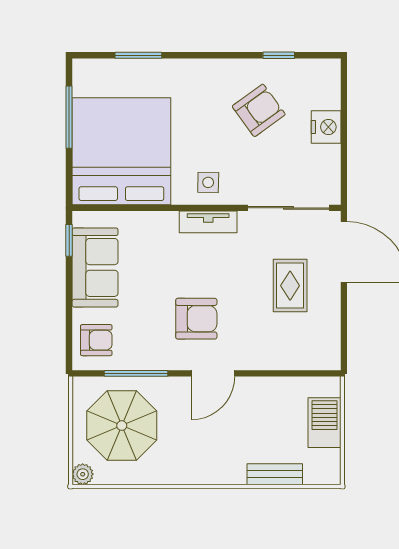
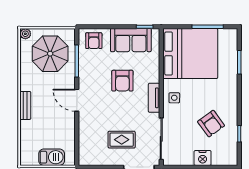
armchair: (196, 319) -> (122, 81), moved
bench: (275, 474) -> (25, 105), moved

